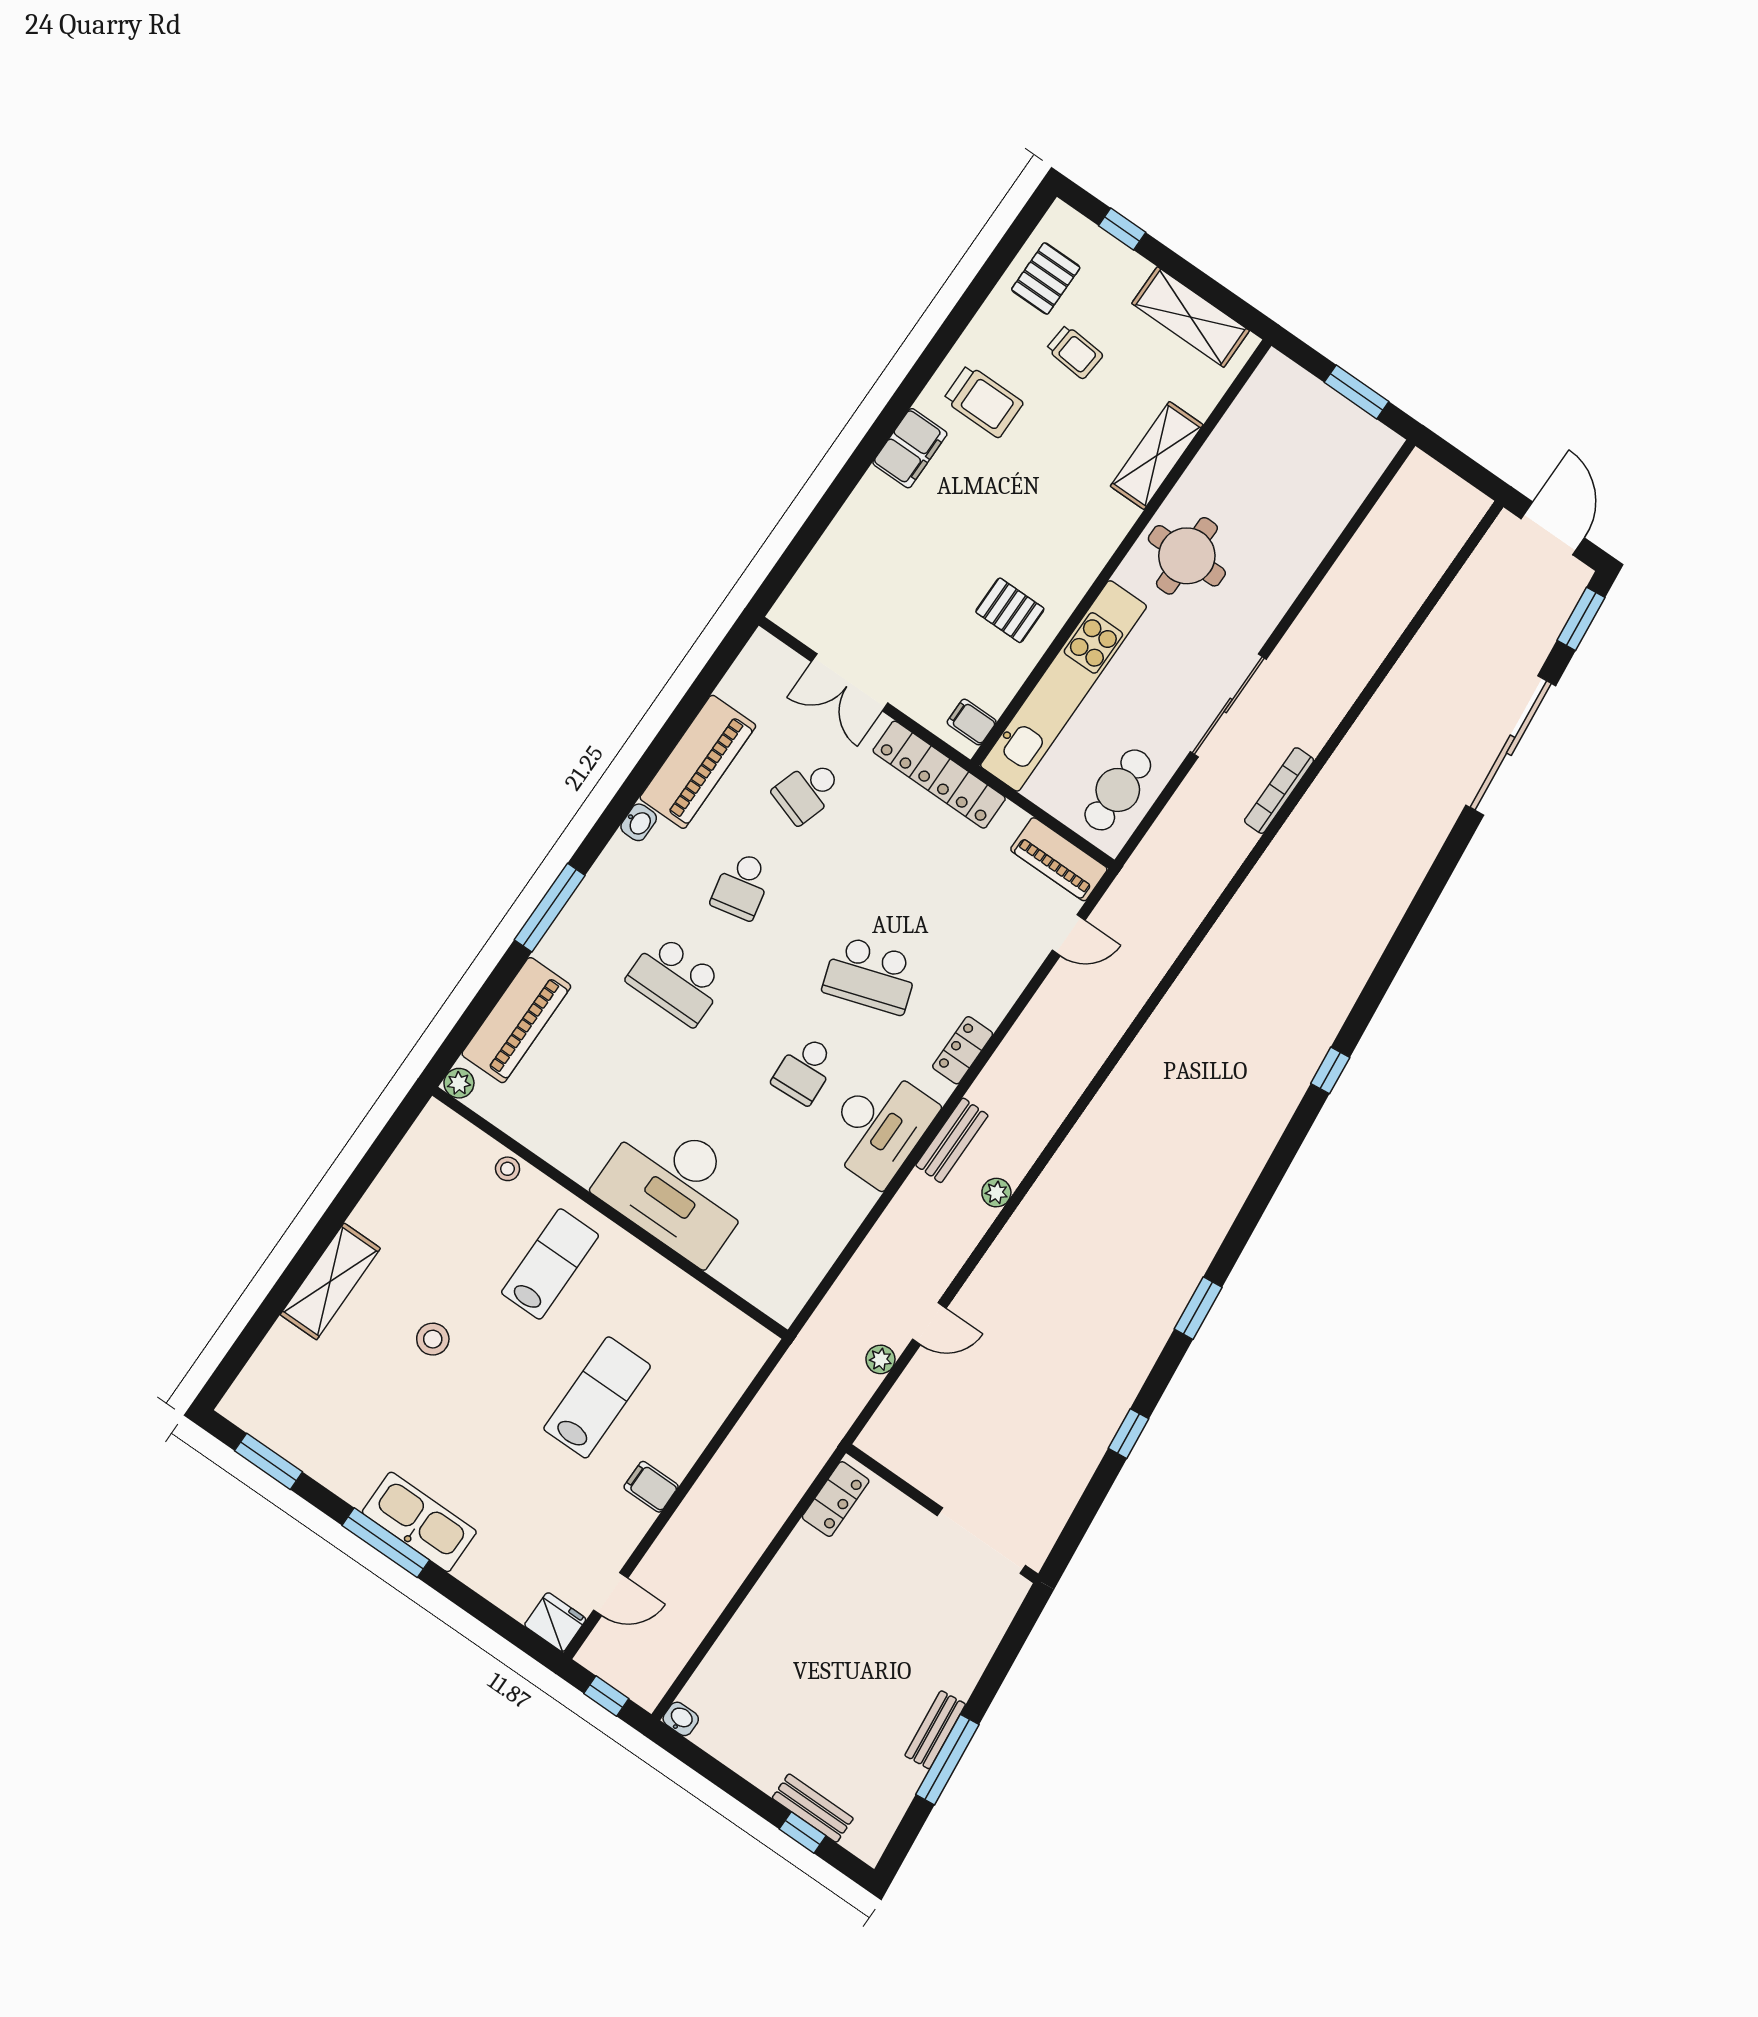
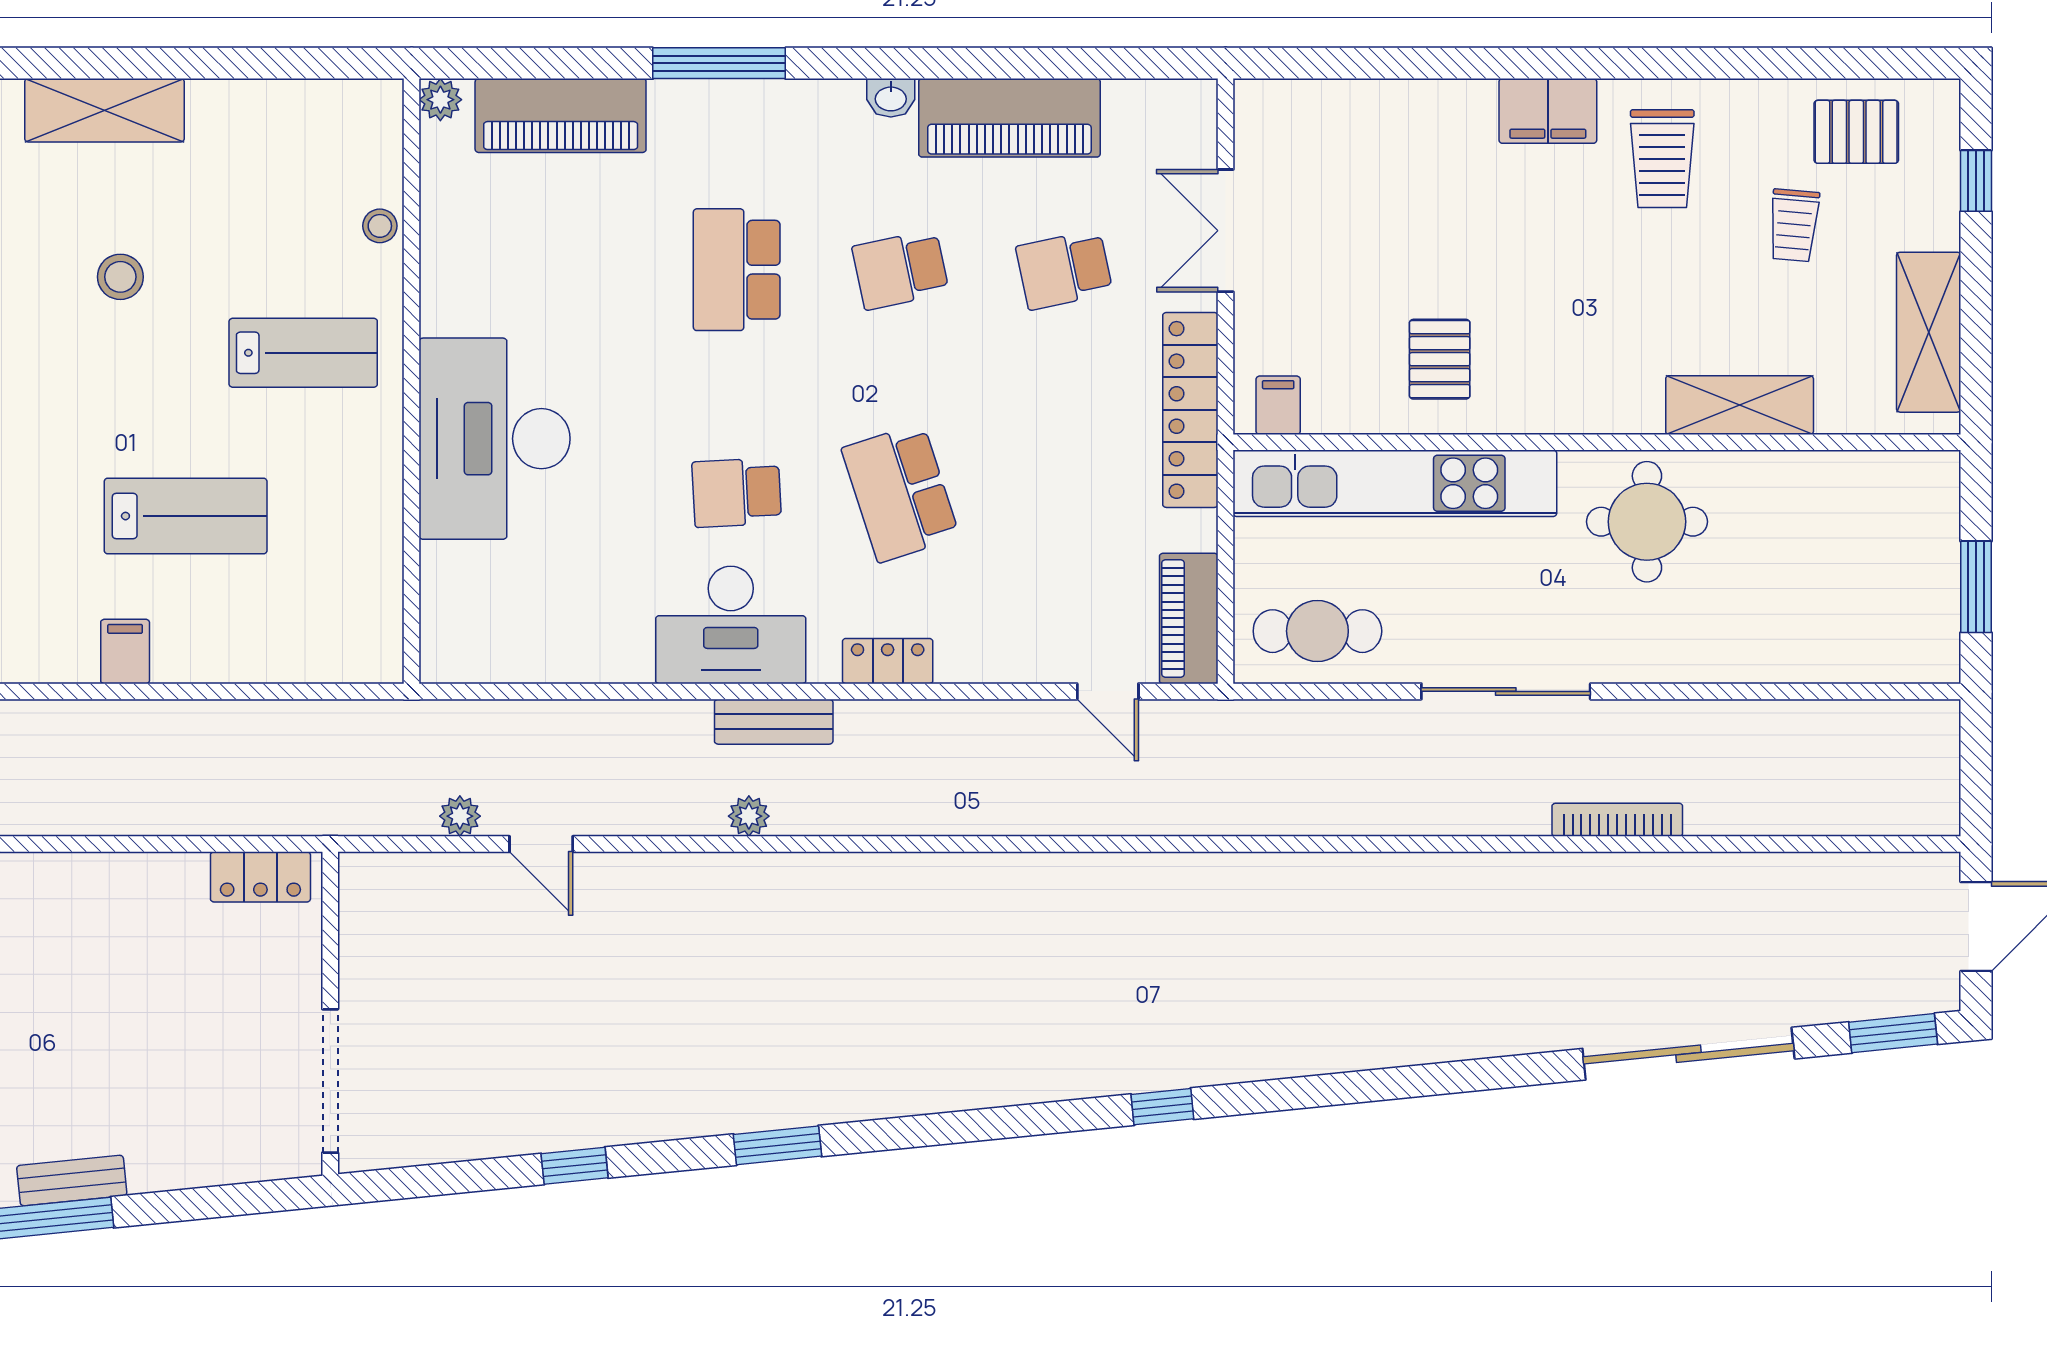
school desk: (807, 791) -> (1064, 270), turned -30
bookcase: (1279, 791) -> (1617, 820), moved

